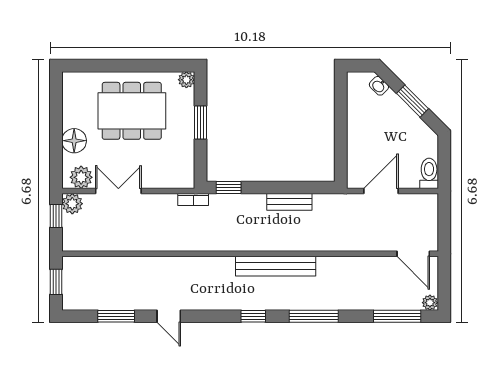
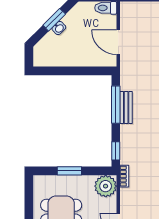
plant: (186, 80) -> (106, 186), moved, width x1.87, depth x1.87
washbasin: (379, 86) -> (59, 28), moved
window: (293, 187) -> (116, 105), added

